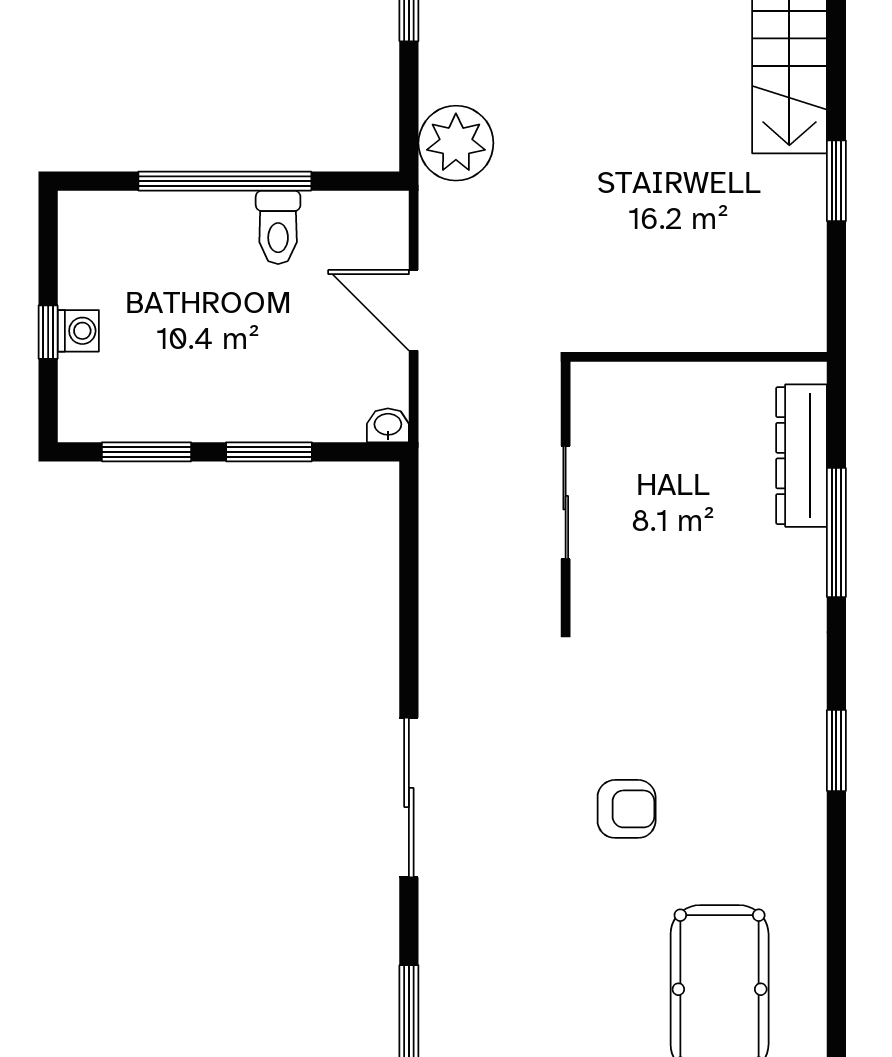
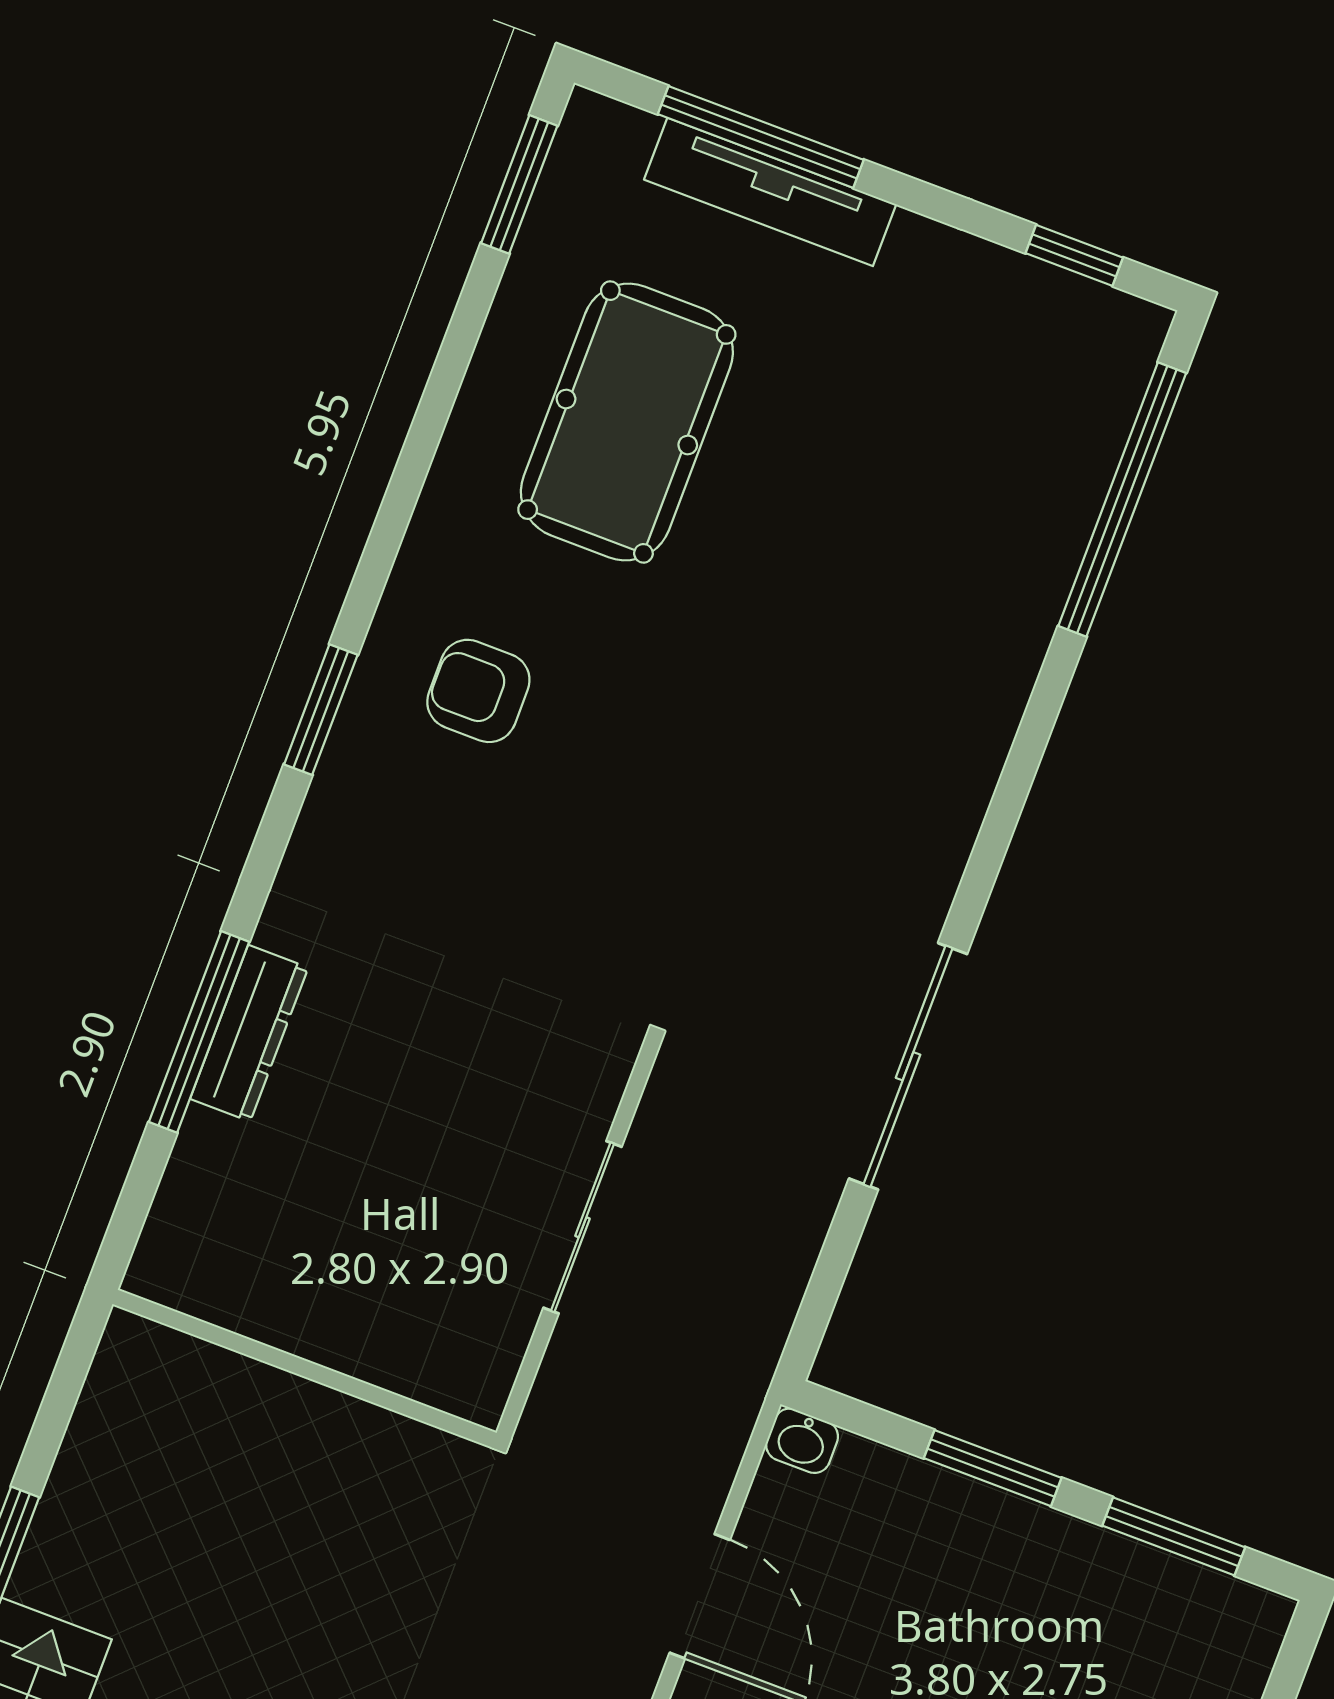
dresser: (801, 456) -> (249, 1033), moved, width x0.73, depth x0.80
sliding door: (409, 797) -> (908, 1066), moved
armchair: (627, 809) -> (478, 691), moved

